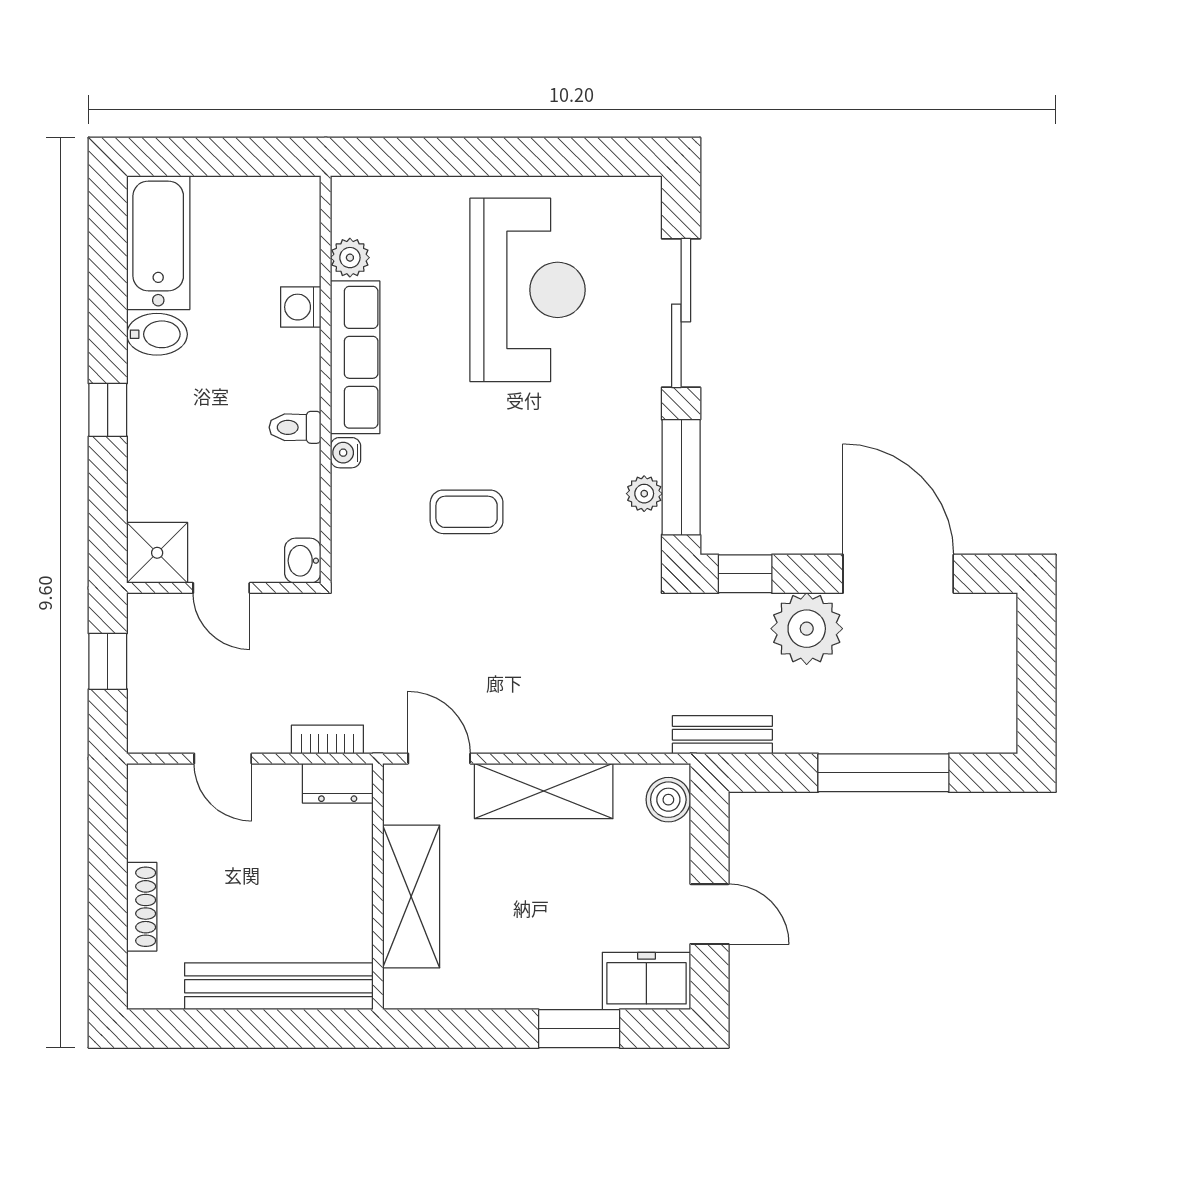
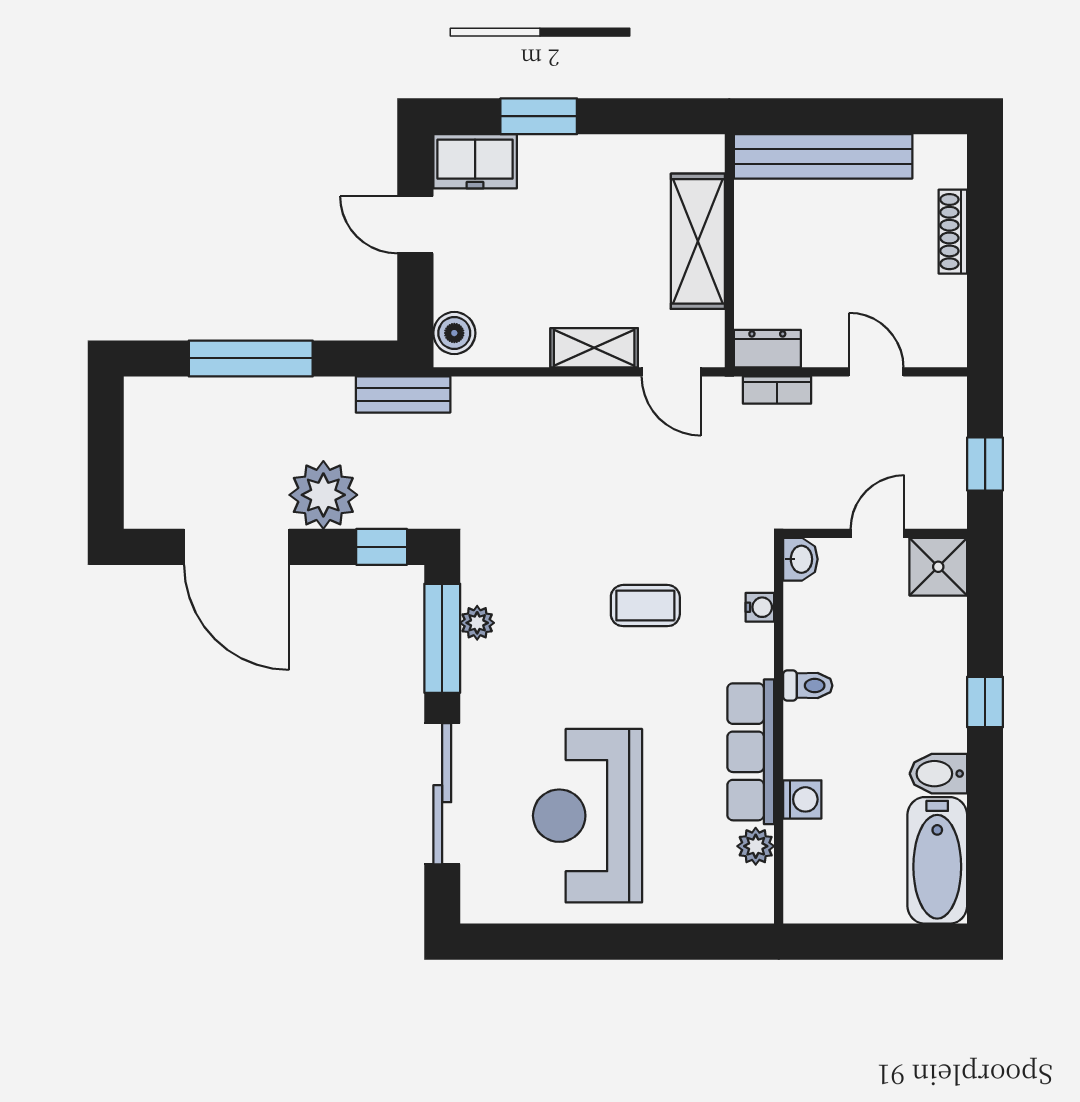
water cooler: (346, 453) -> (760, 607), moved
door: (221, 588) -> (878, 533), hinge flipped
shelving: (544, 791) -> (594, 348), width x0.67, depth x0.75

